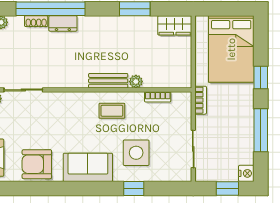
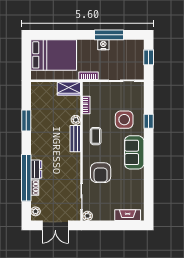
wardrobe: (175, 25) -> (69, 89), moved, turned 90
window: (261, 77) -> (73, 35), removed
armchair: (37, 164) -> (101, 173), moved
nightstand: (246, 173) -> (103, 45), moved

